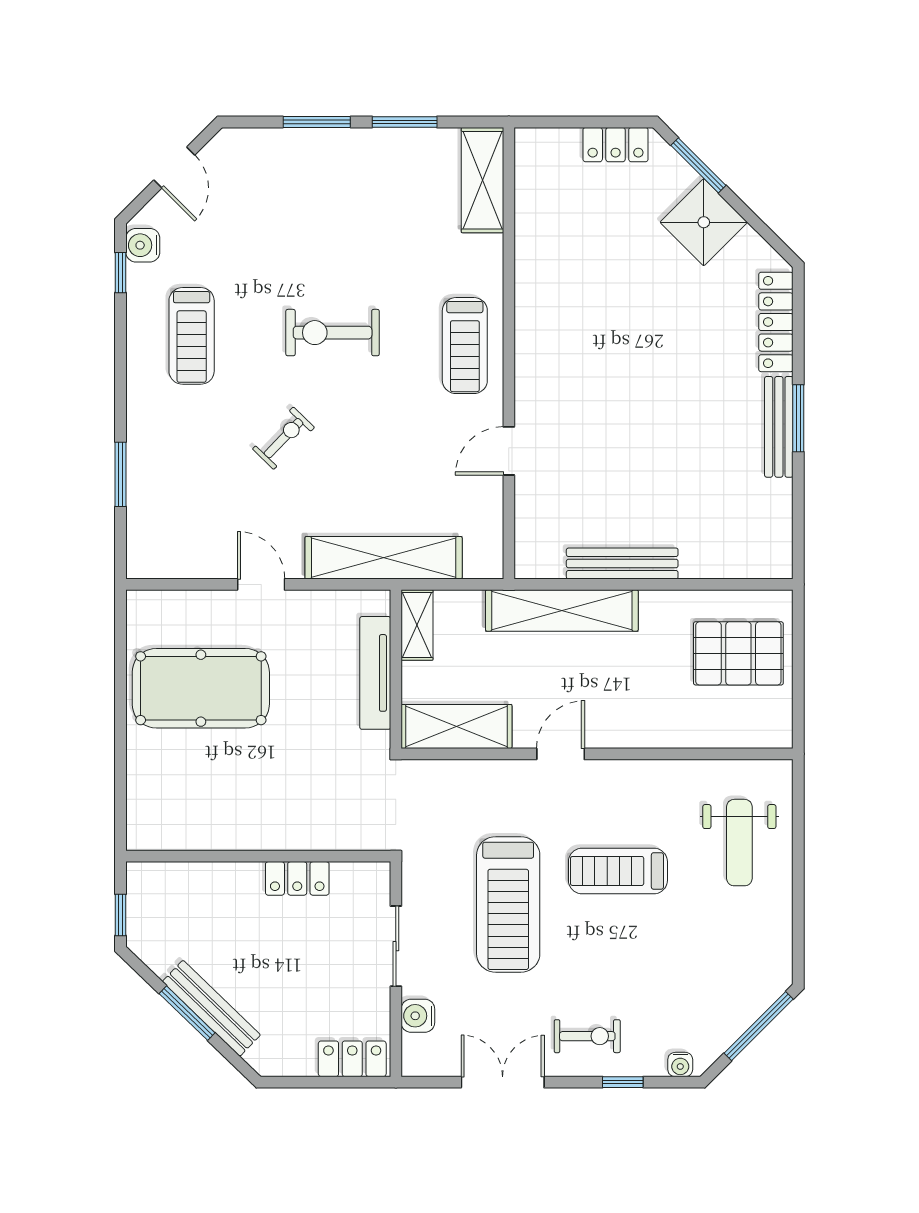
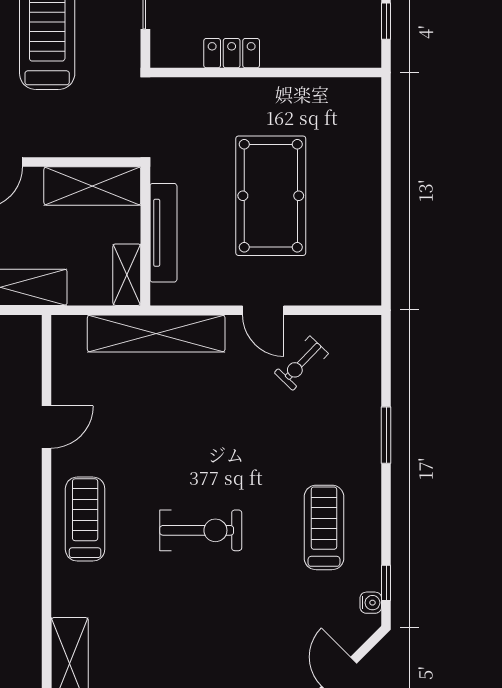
water cooler: (143, 245) -> (371, 603), width x0.72, depth x0.72
exercise bike: (284, 438) -> (301, 363), moved
window: (121, 474) -> (386, 435), moved
pool table: (201, 688) -> (271, 196), moved, turned 90

